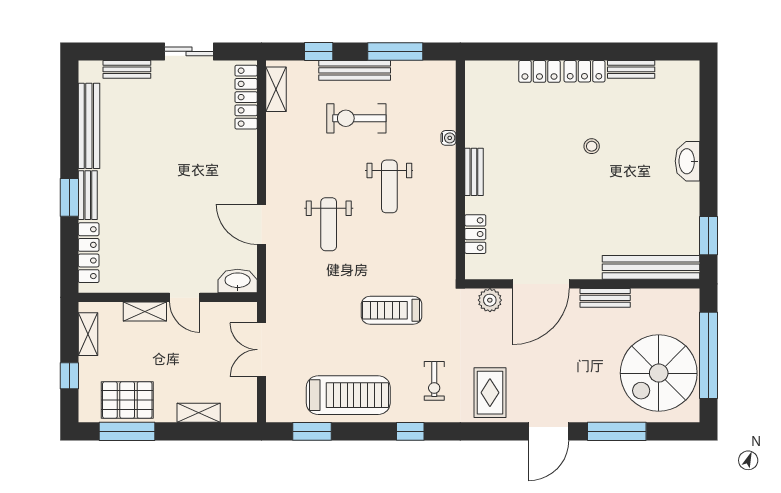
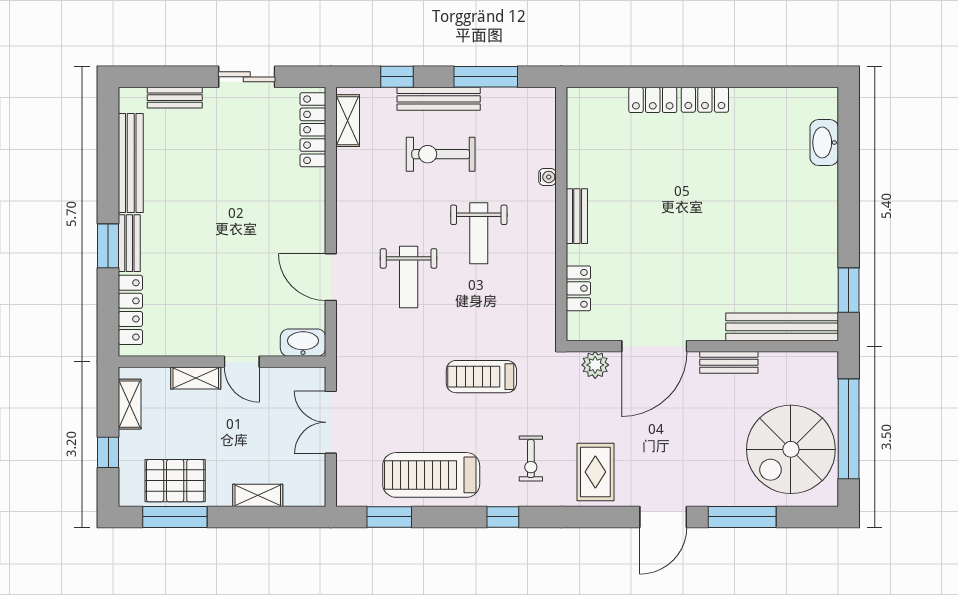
bench: (631, 69) -> (759, 98), removed
stool: (592, 146) -> (713, 187), removed
washbasin: (687, 161) -> (824, 143), moved
treadmill: (348, 395) -> (431, 475), turned 180

